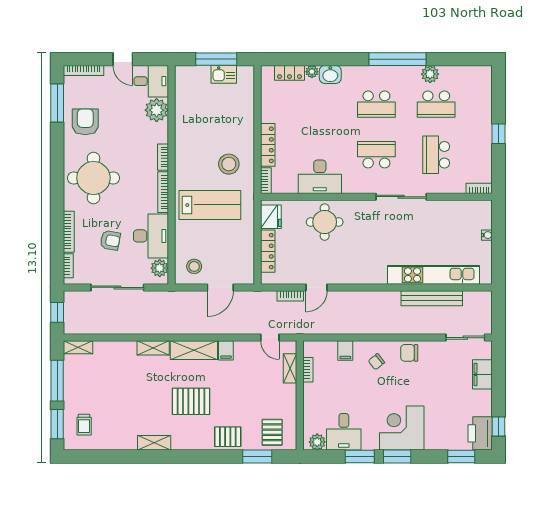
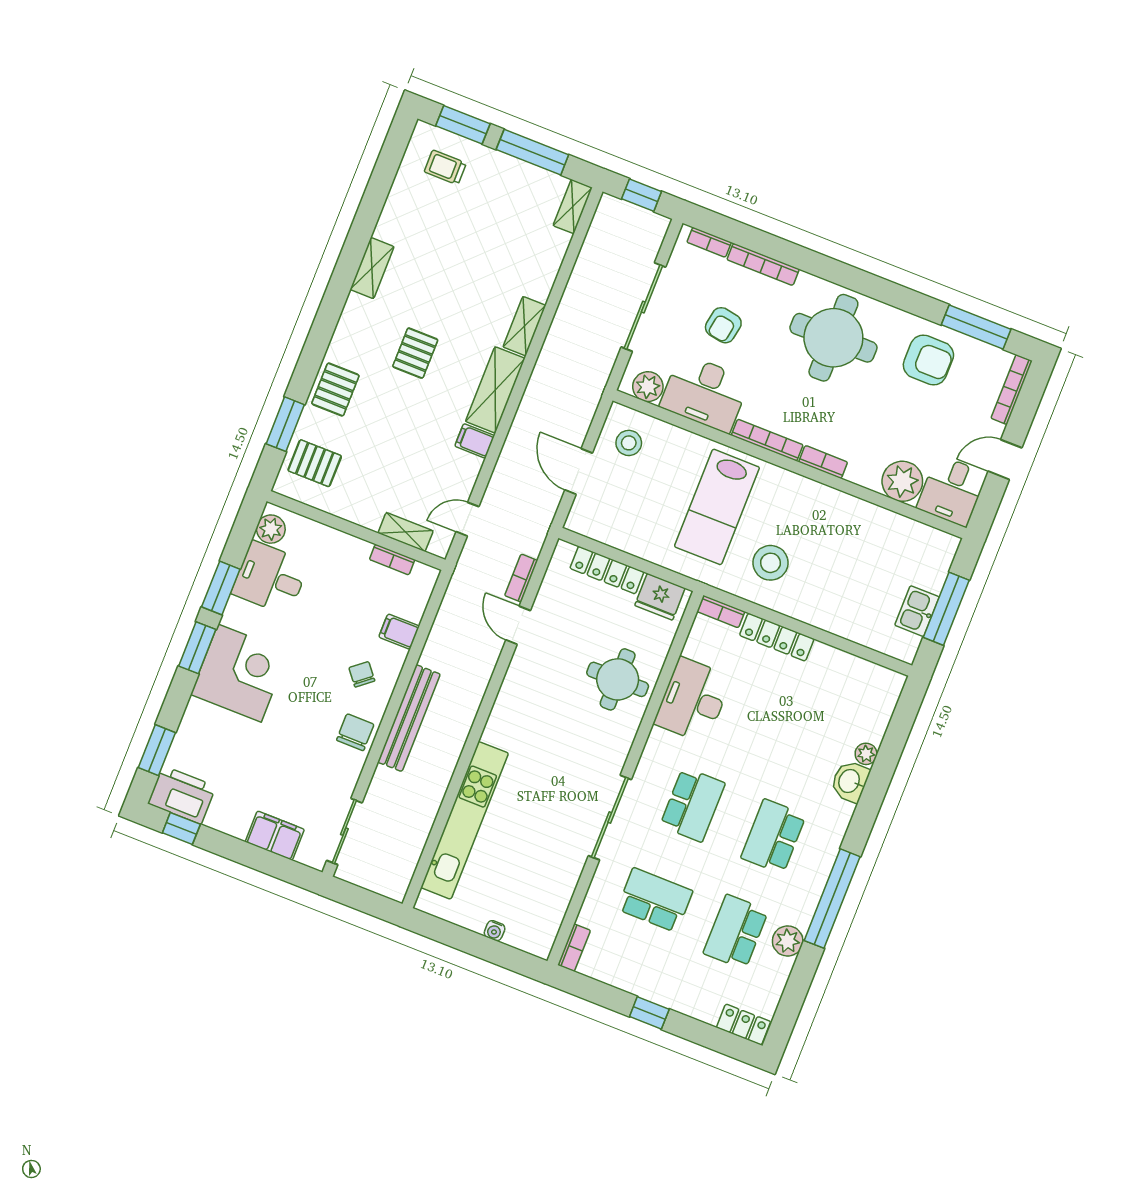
locker: (290, 73) -> (744, 1025), moved, turned 90
bench: (432, 298) -> (409, 718), moved
pallet: (191, 401) -> (415, 353), width x0.67, depth x0.71

